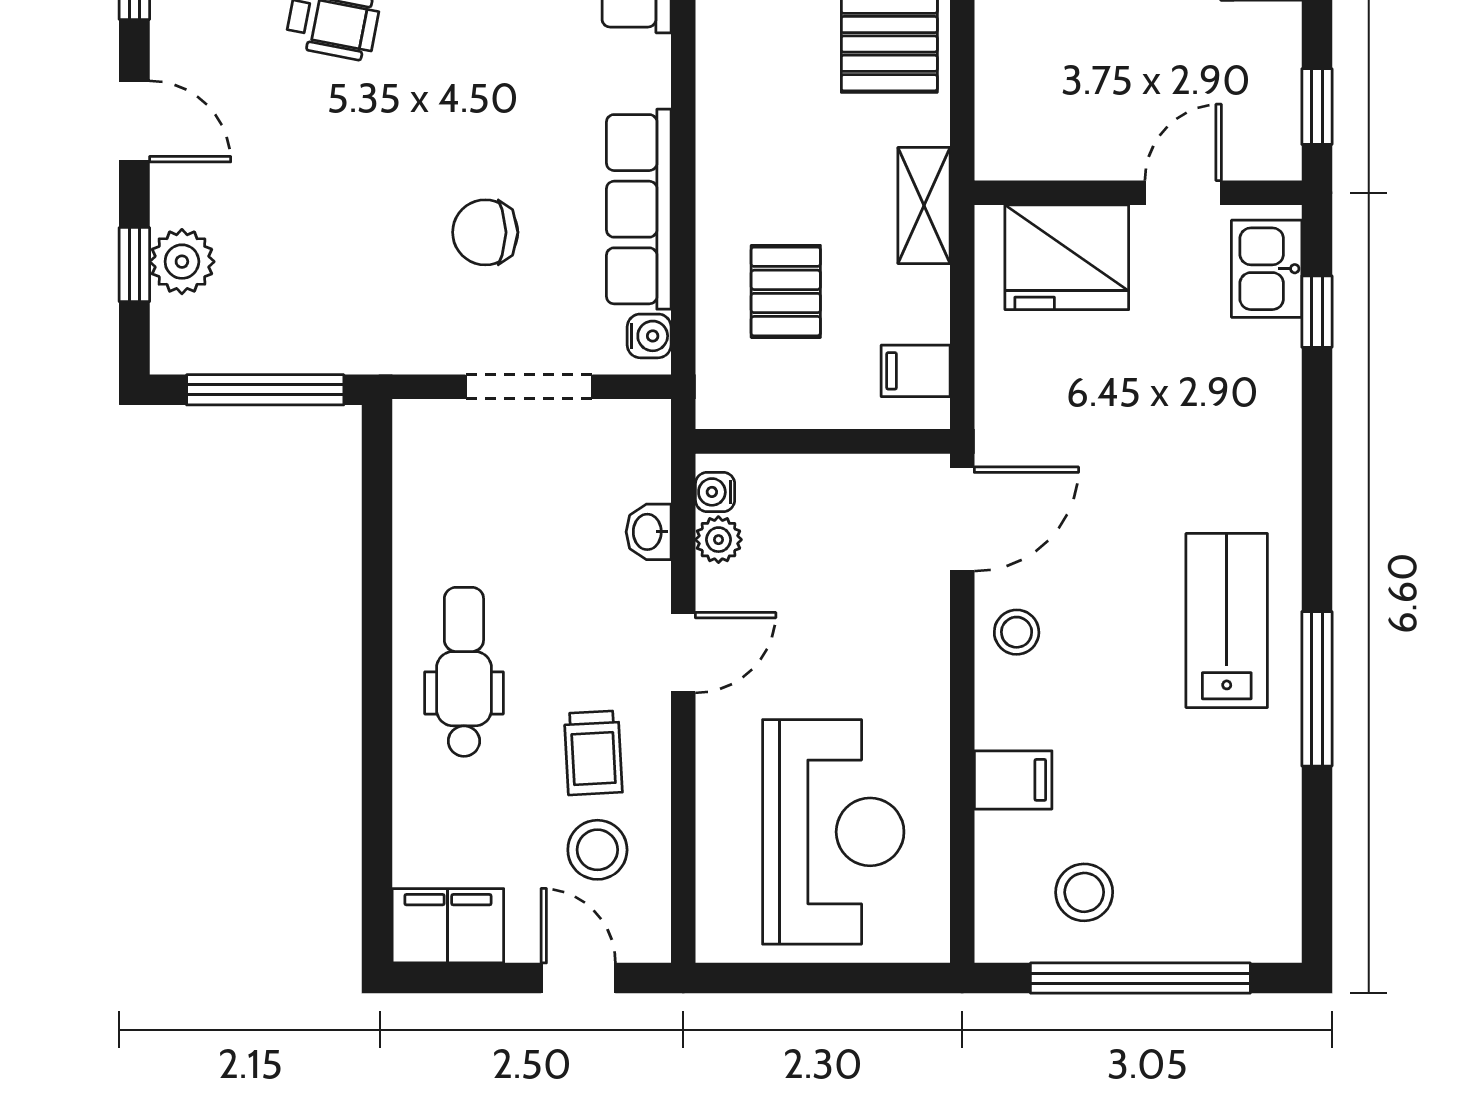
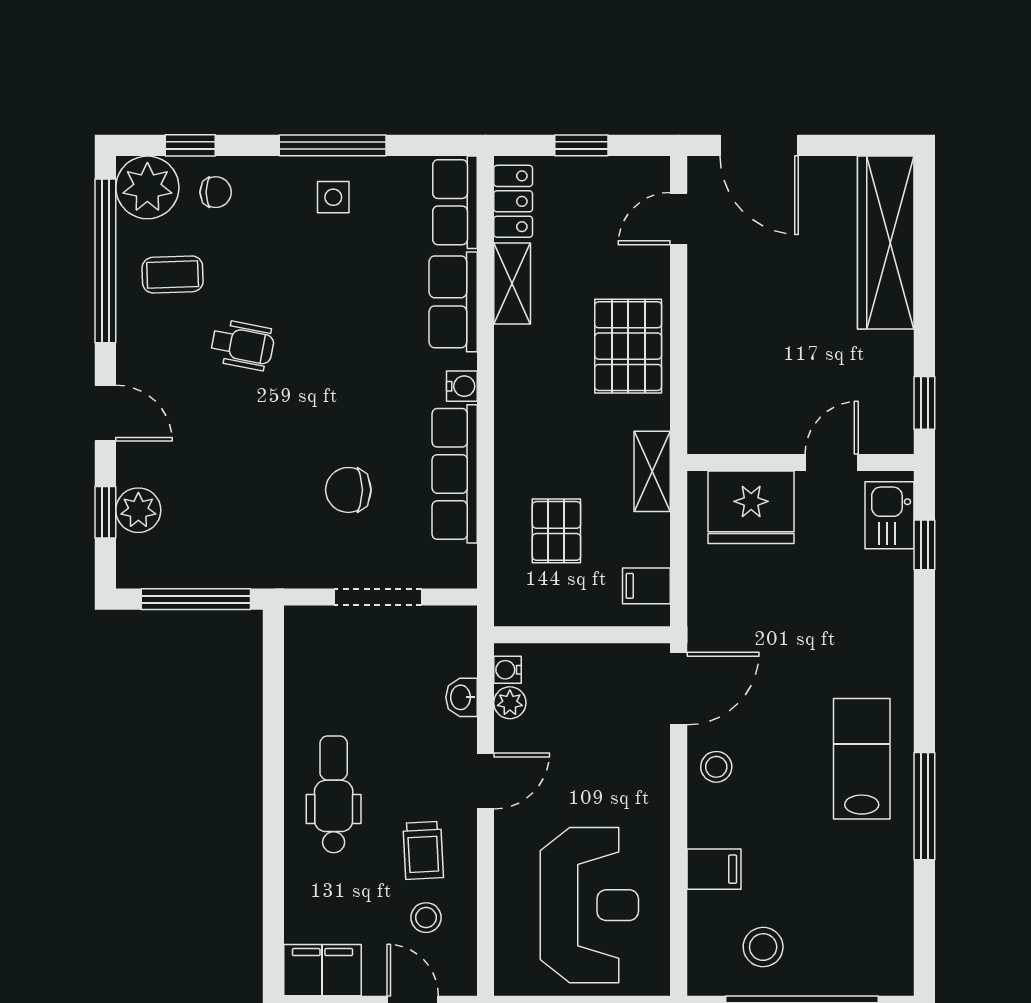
water cooler: (649, 336) -> (462, 386), moved
stool: (597, 850) -> (426, 918), width x0.73, depth x0.73

